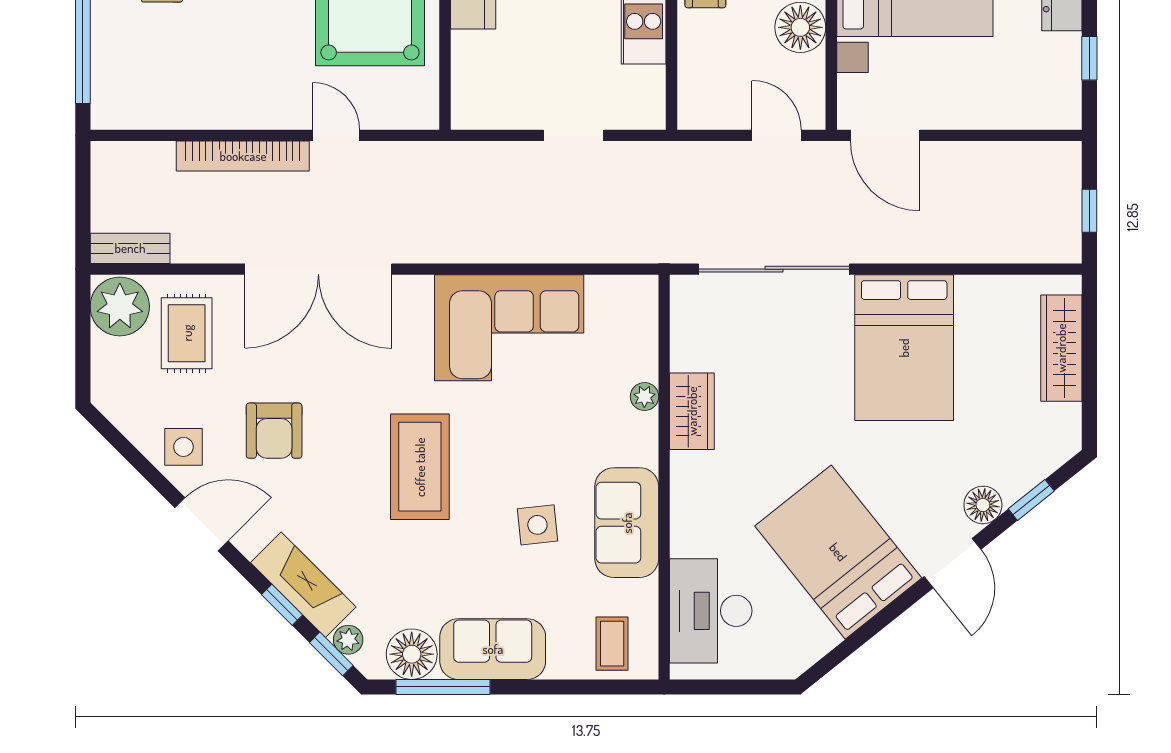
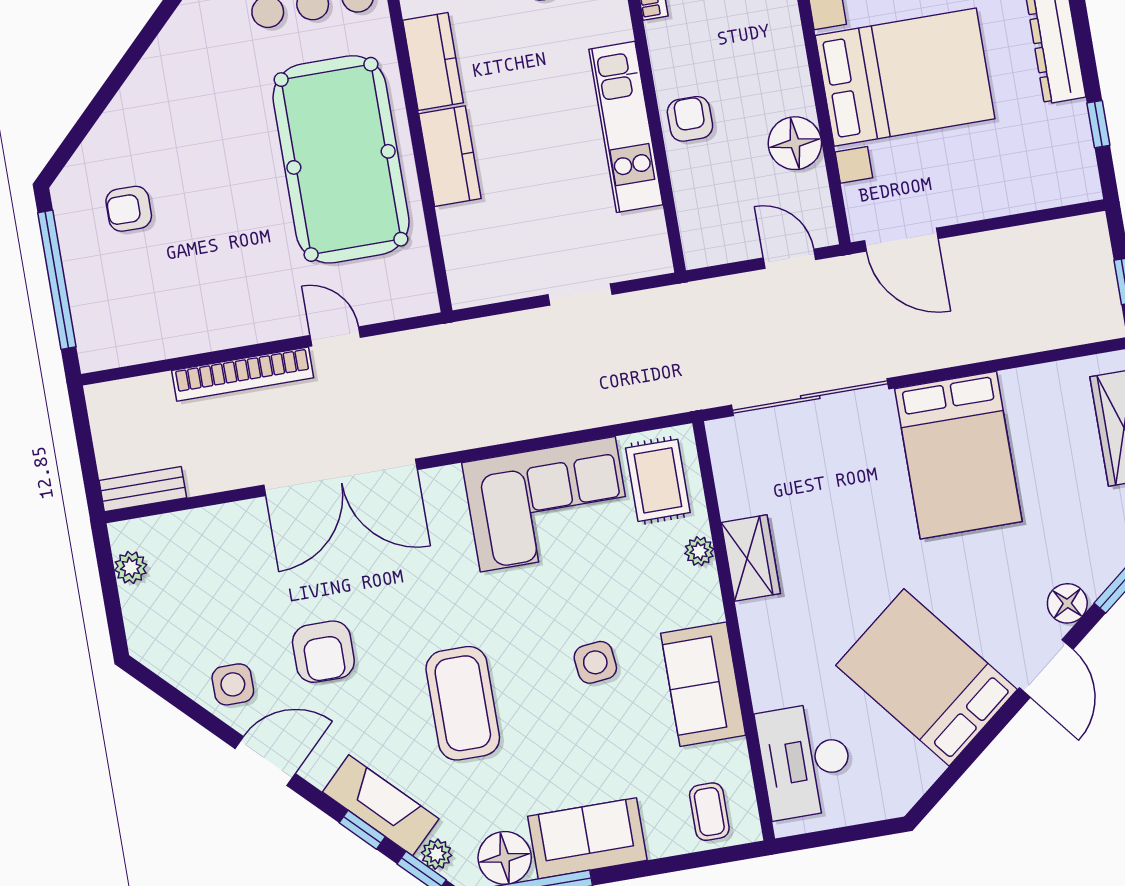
plant: (120, 306) -> (131, 567), width x0.53, depth x0.53
rug: (187, 333) -> (658, 480), moved
coffee table: (420, 467) -> (463, 703), moved
side table: (537, 525) -> (595, 662), moved

